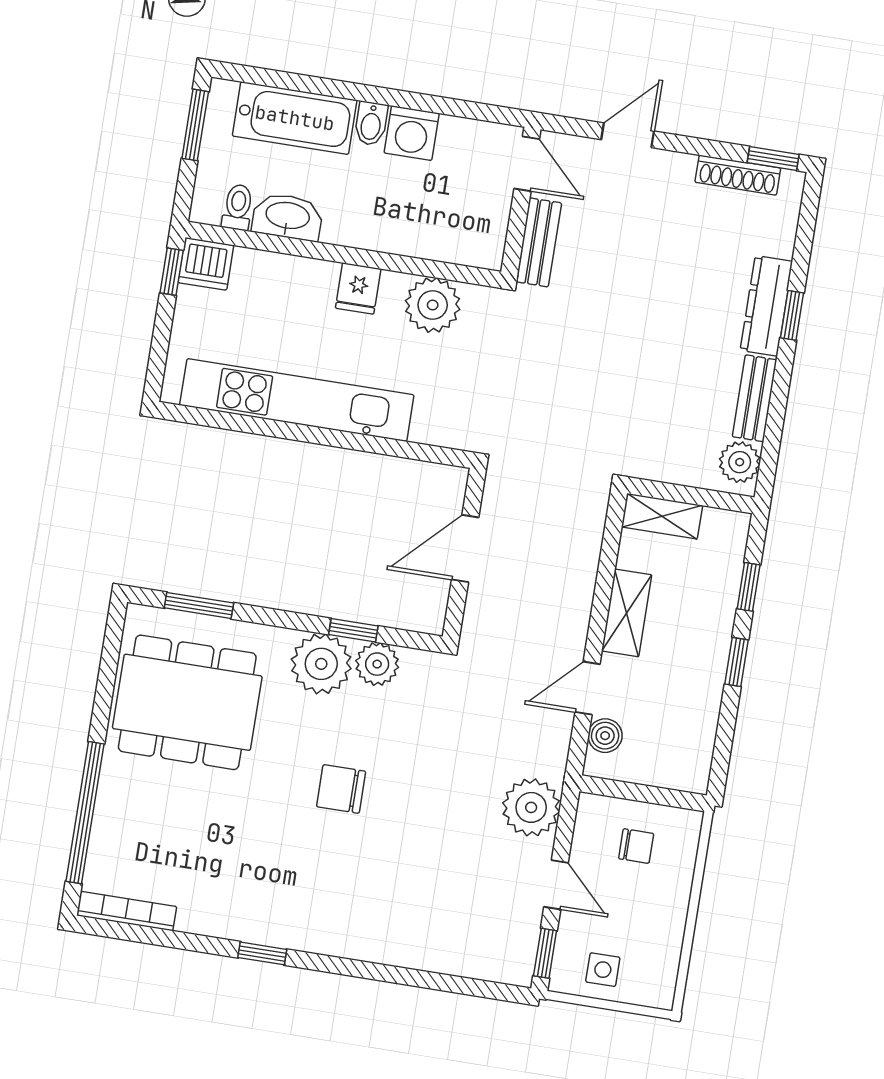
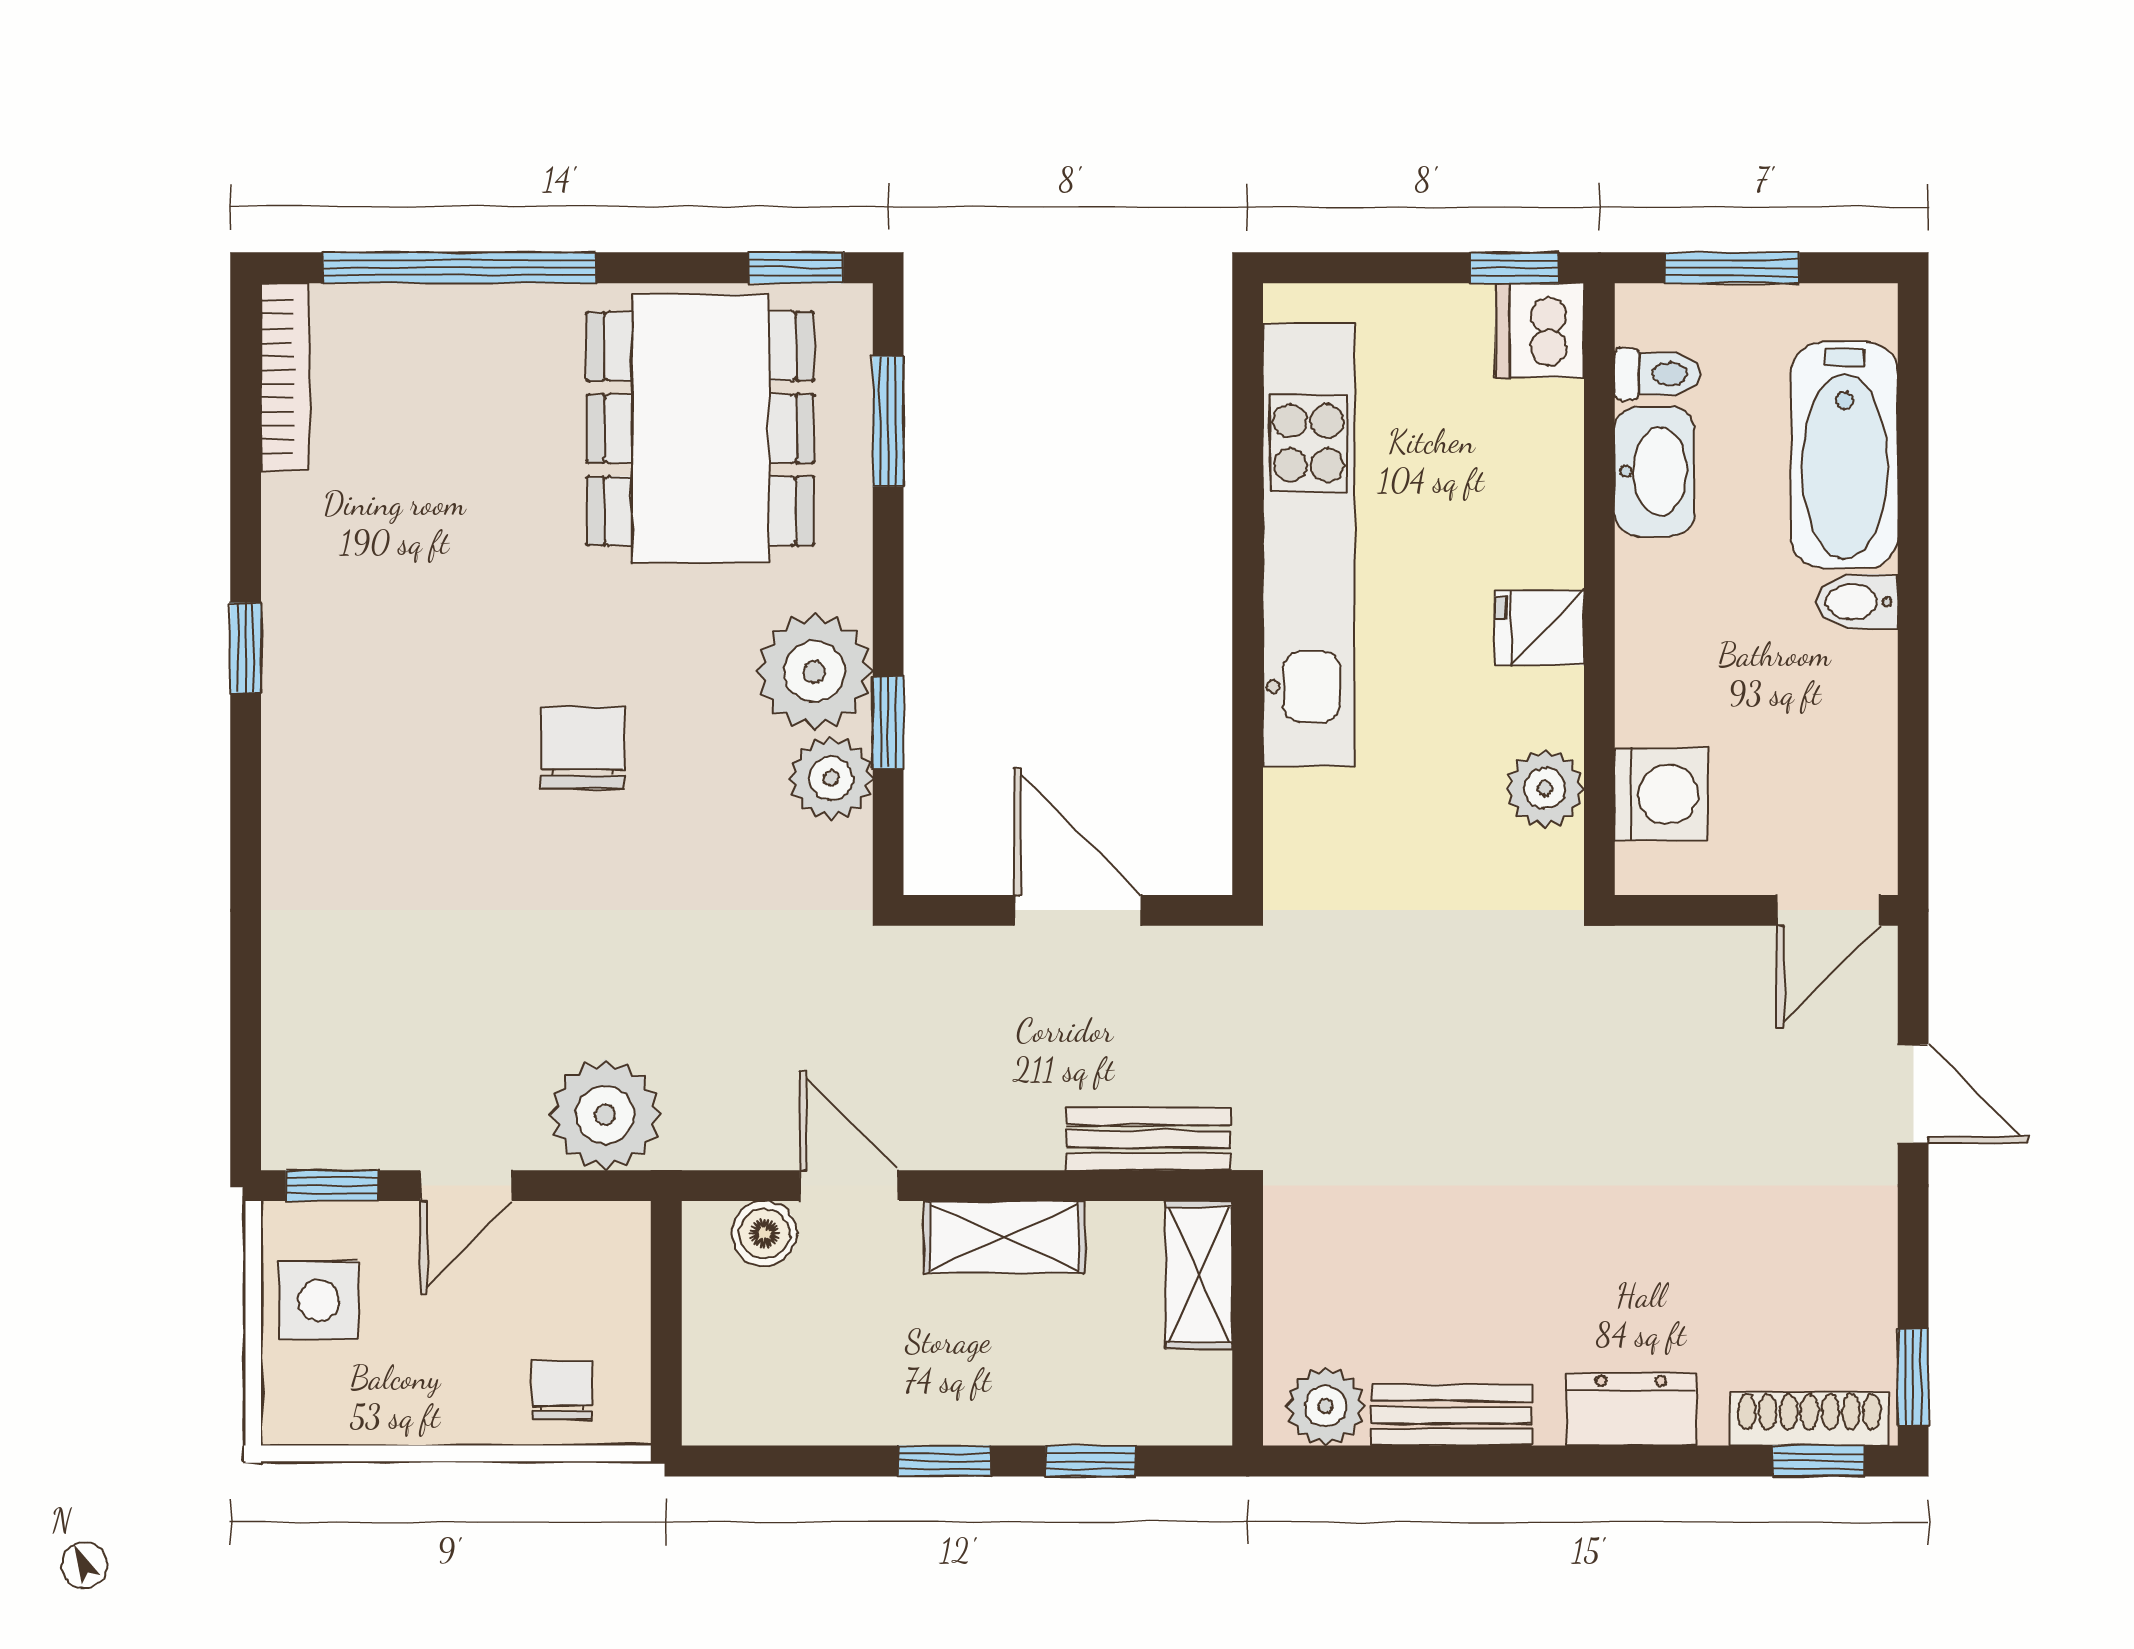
window: (195, 125) -> (1732, 268), moved
washing machine: (412, 133) -> (1661, 795), moved, turned 180
shoe rack: (738, 175) -> (1809, 1419), moved, turned 90
bench: (539, 242) -> (1149, 1139), moved
plant: (433, 305) -> (1545, 789), width x0.73, depth x0.73
dresser: (766, 306) -> (1631, 1409), width x0.70
window: (792, 315) -> (1818, 1461), moved
window: (113, 640) -> (796, 268), added
chair: (636, 846) -> (562, 1390), moved, turned 180
side table: (603, 970) -> (319, 1300), width x1.37, depth x1.37

